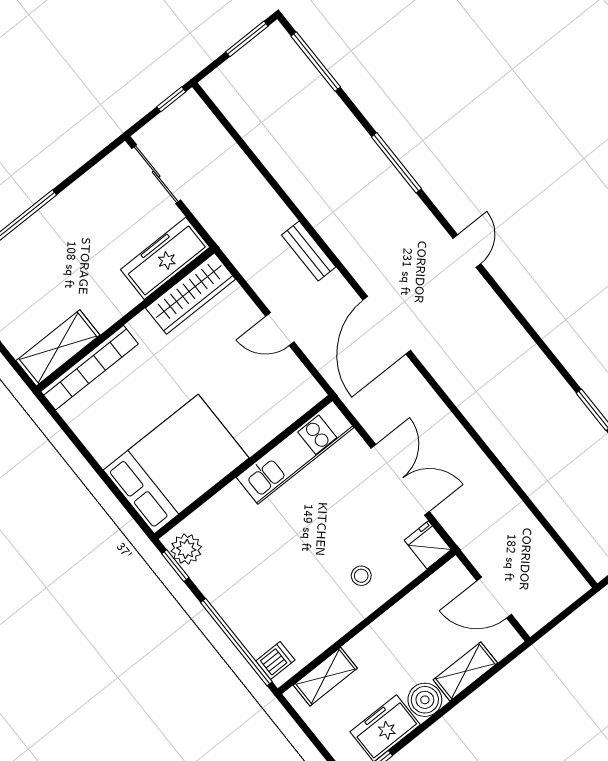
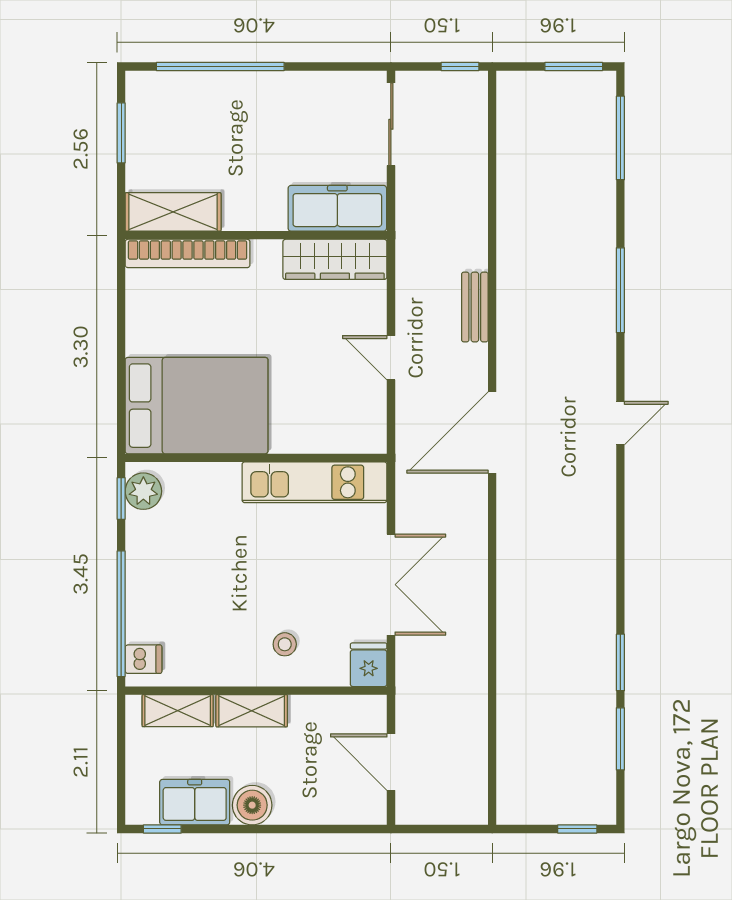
shelving: (465, 671) -> (252, 711), moved

